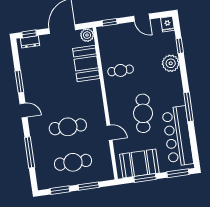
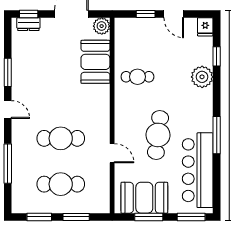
window: (110, 22) -> (146, 14), moved

